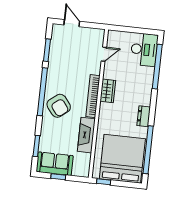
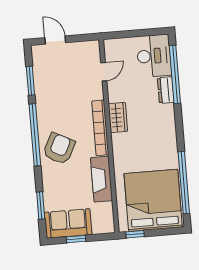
armchair: (59, 106) -> (59, 149), turned -115
dresser: (144, 116) -> (166, 90), moved

